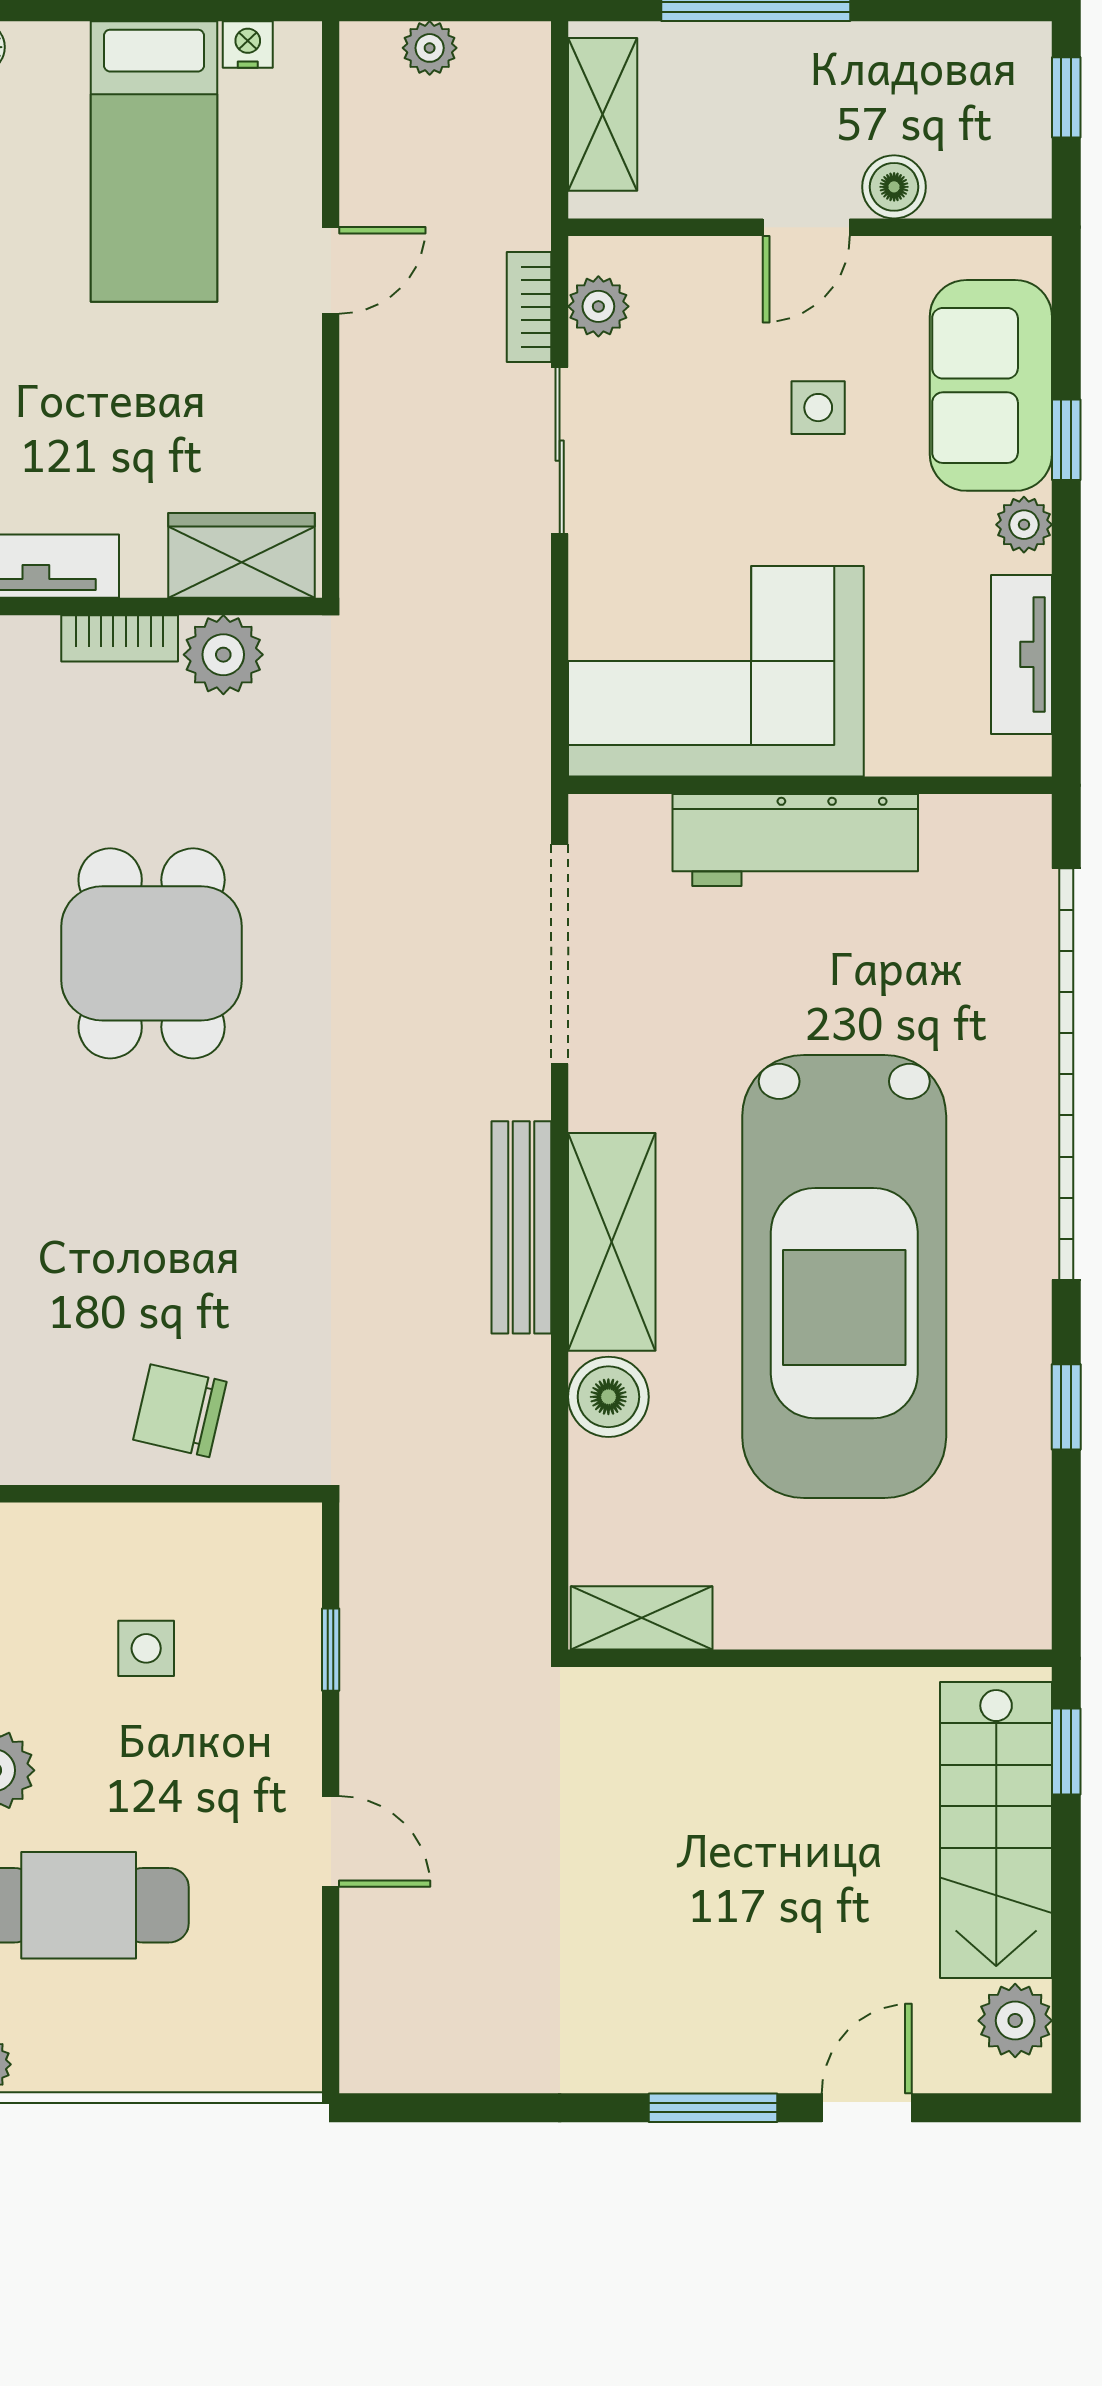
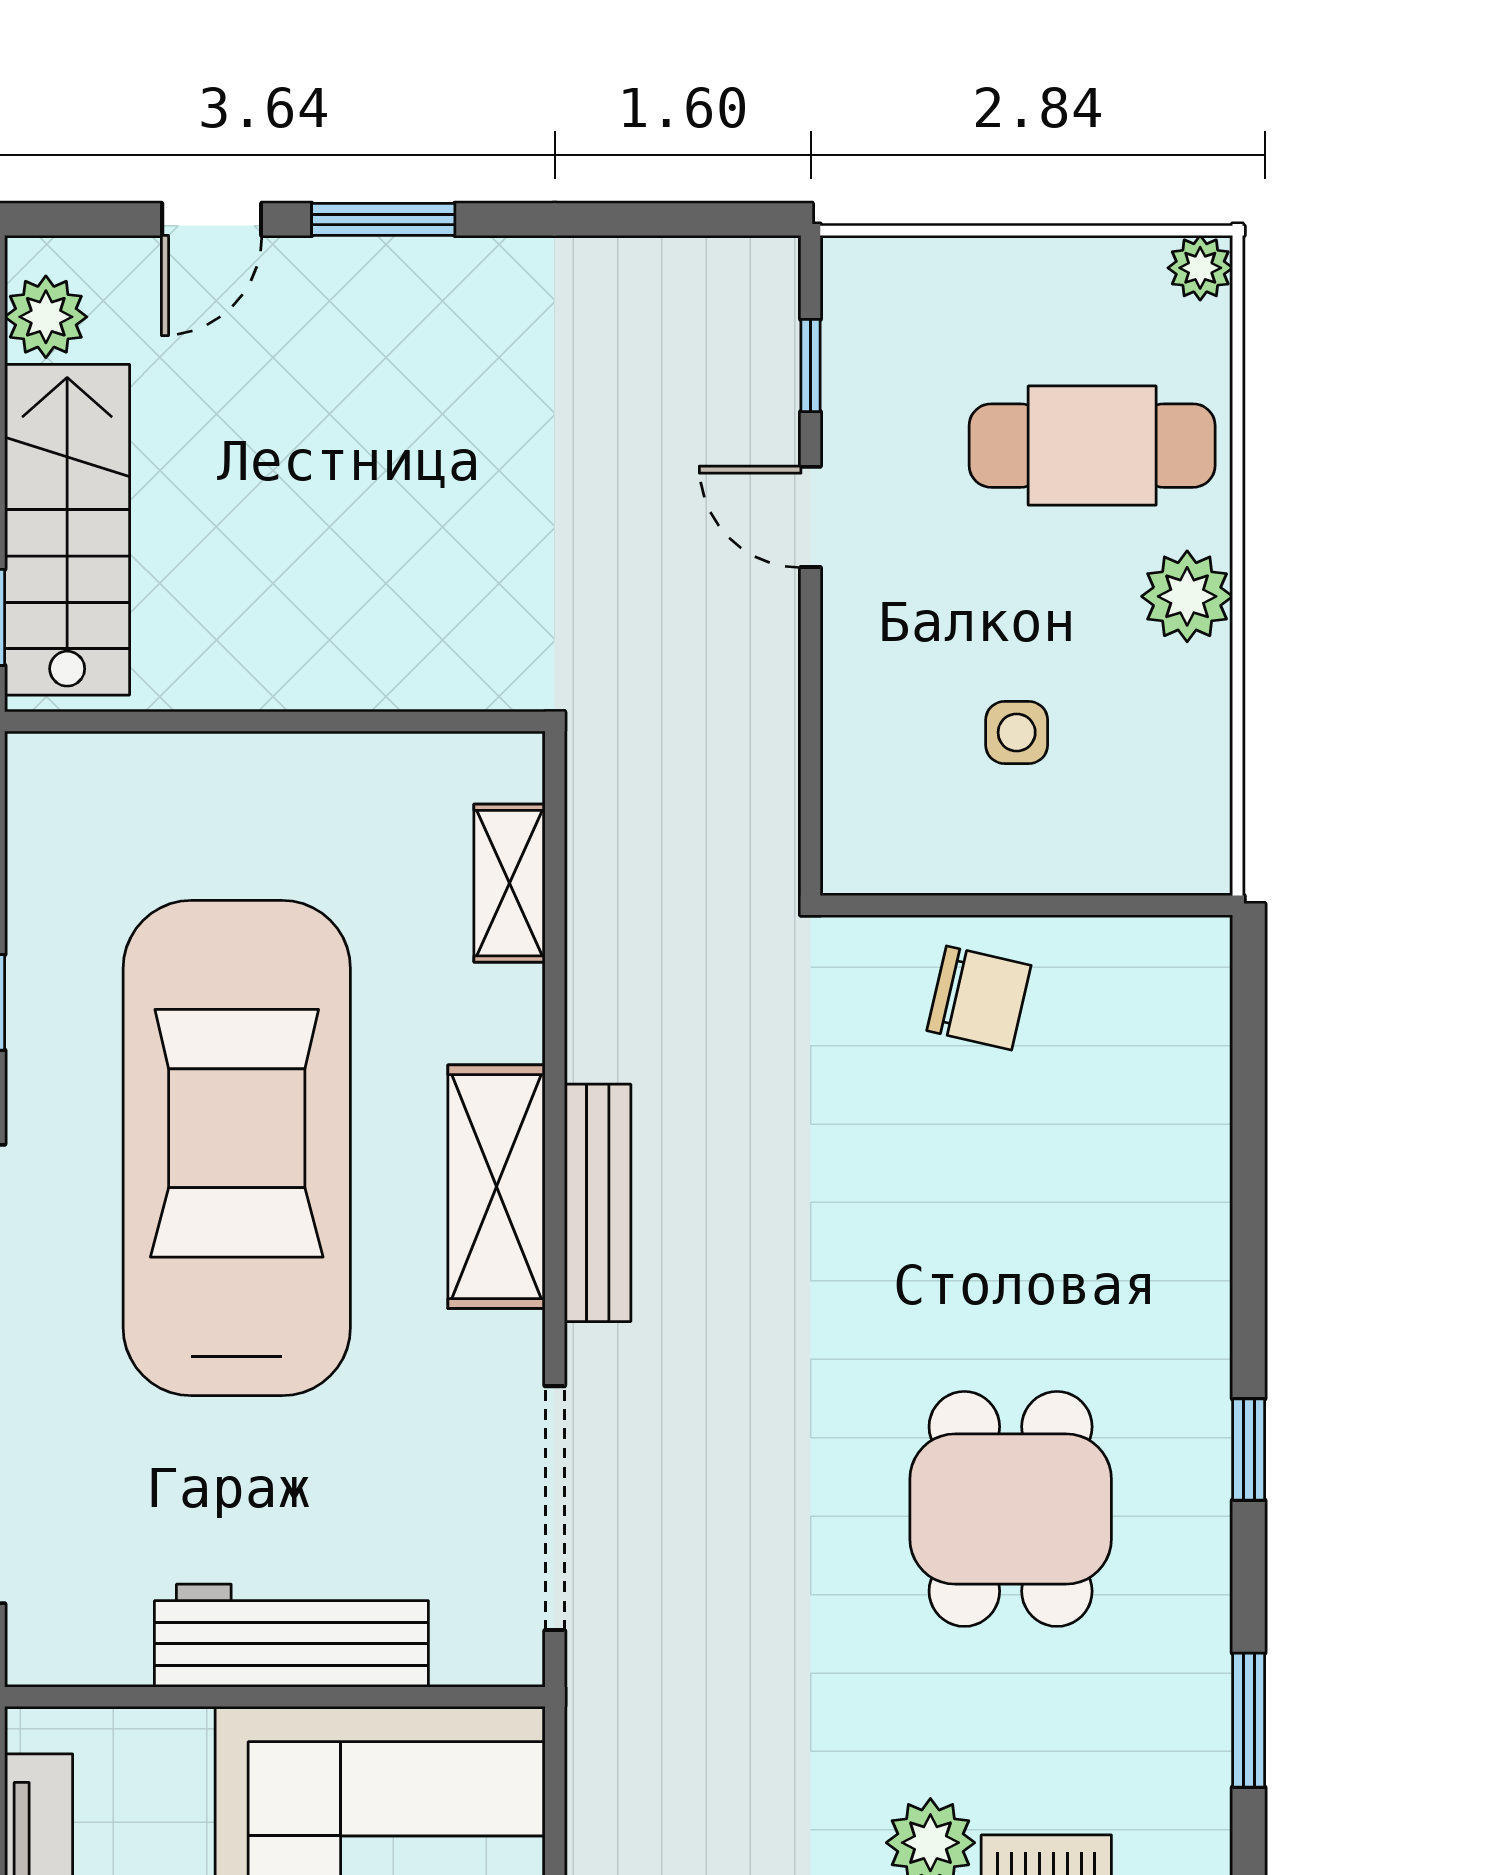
boiler: (608, 1397) -> (500, 1014), removed
shelving: (642, 1618) -> (510, 883), moved, turned 90
window: (331, 1650) -> (811, 365), moved

